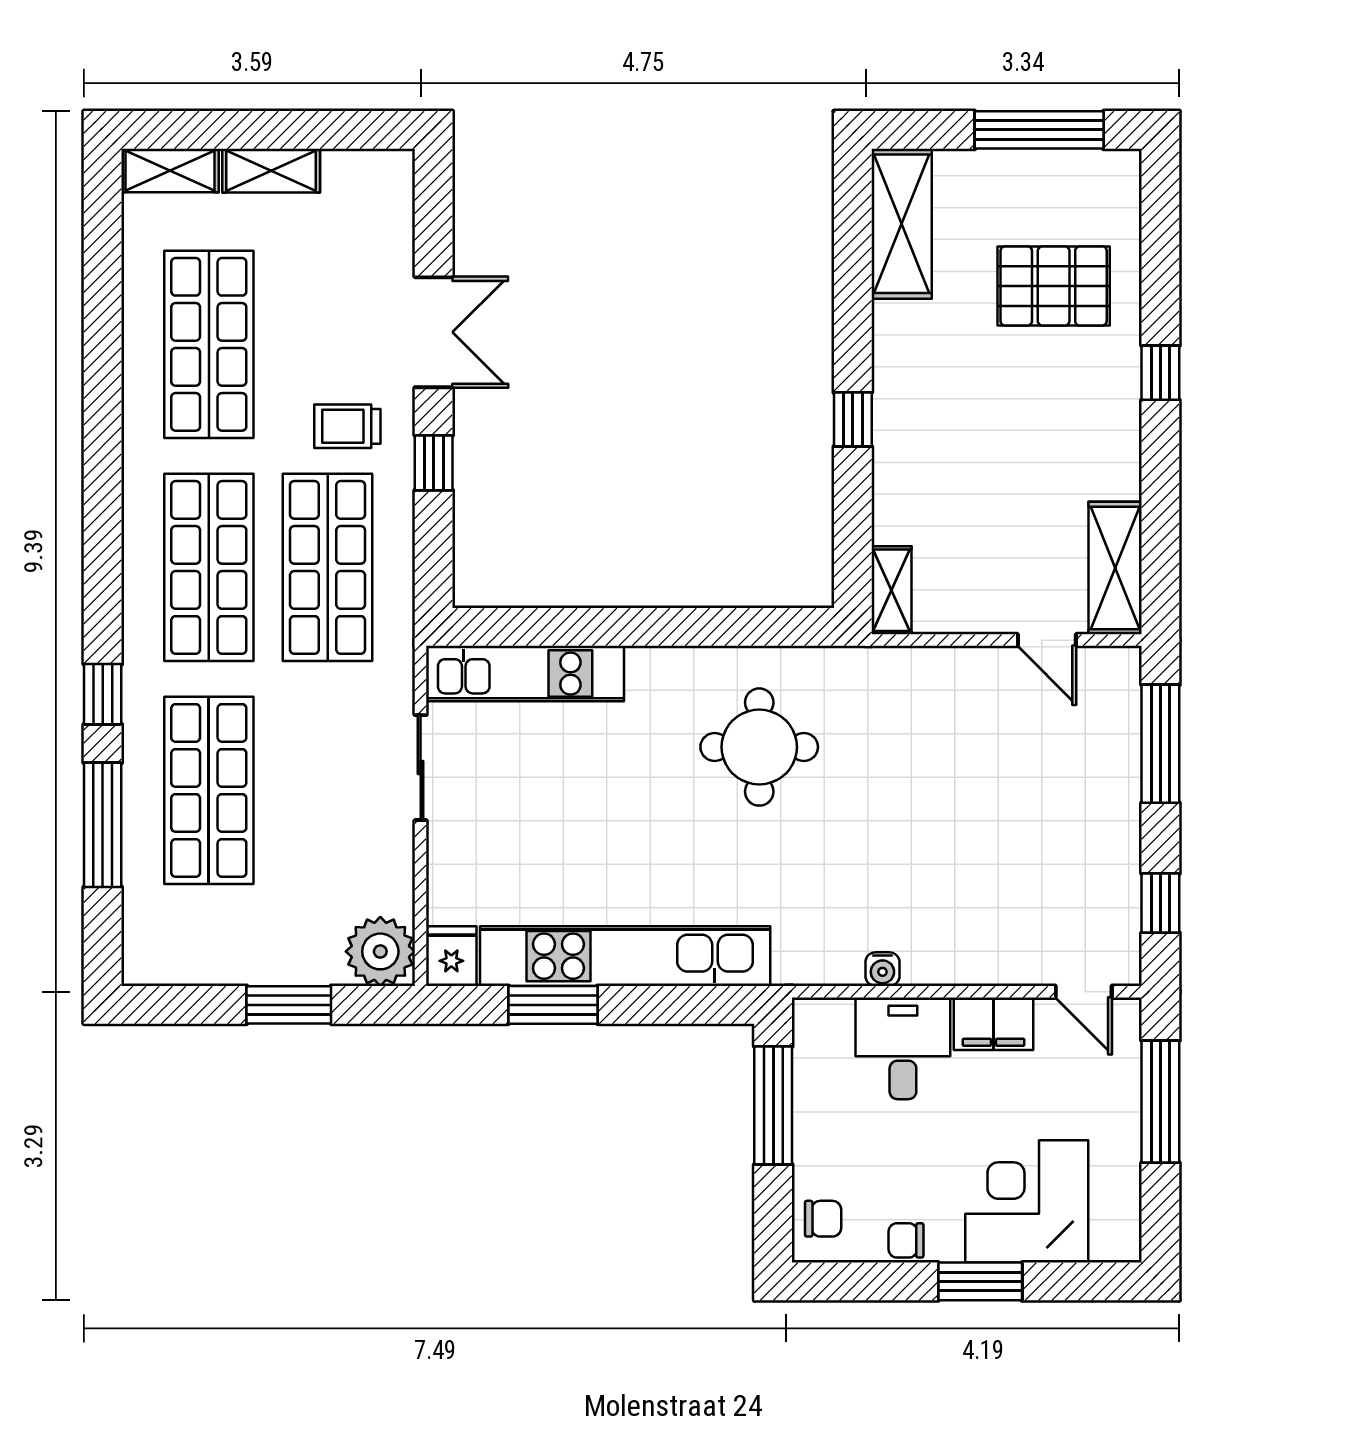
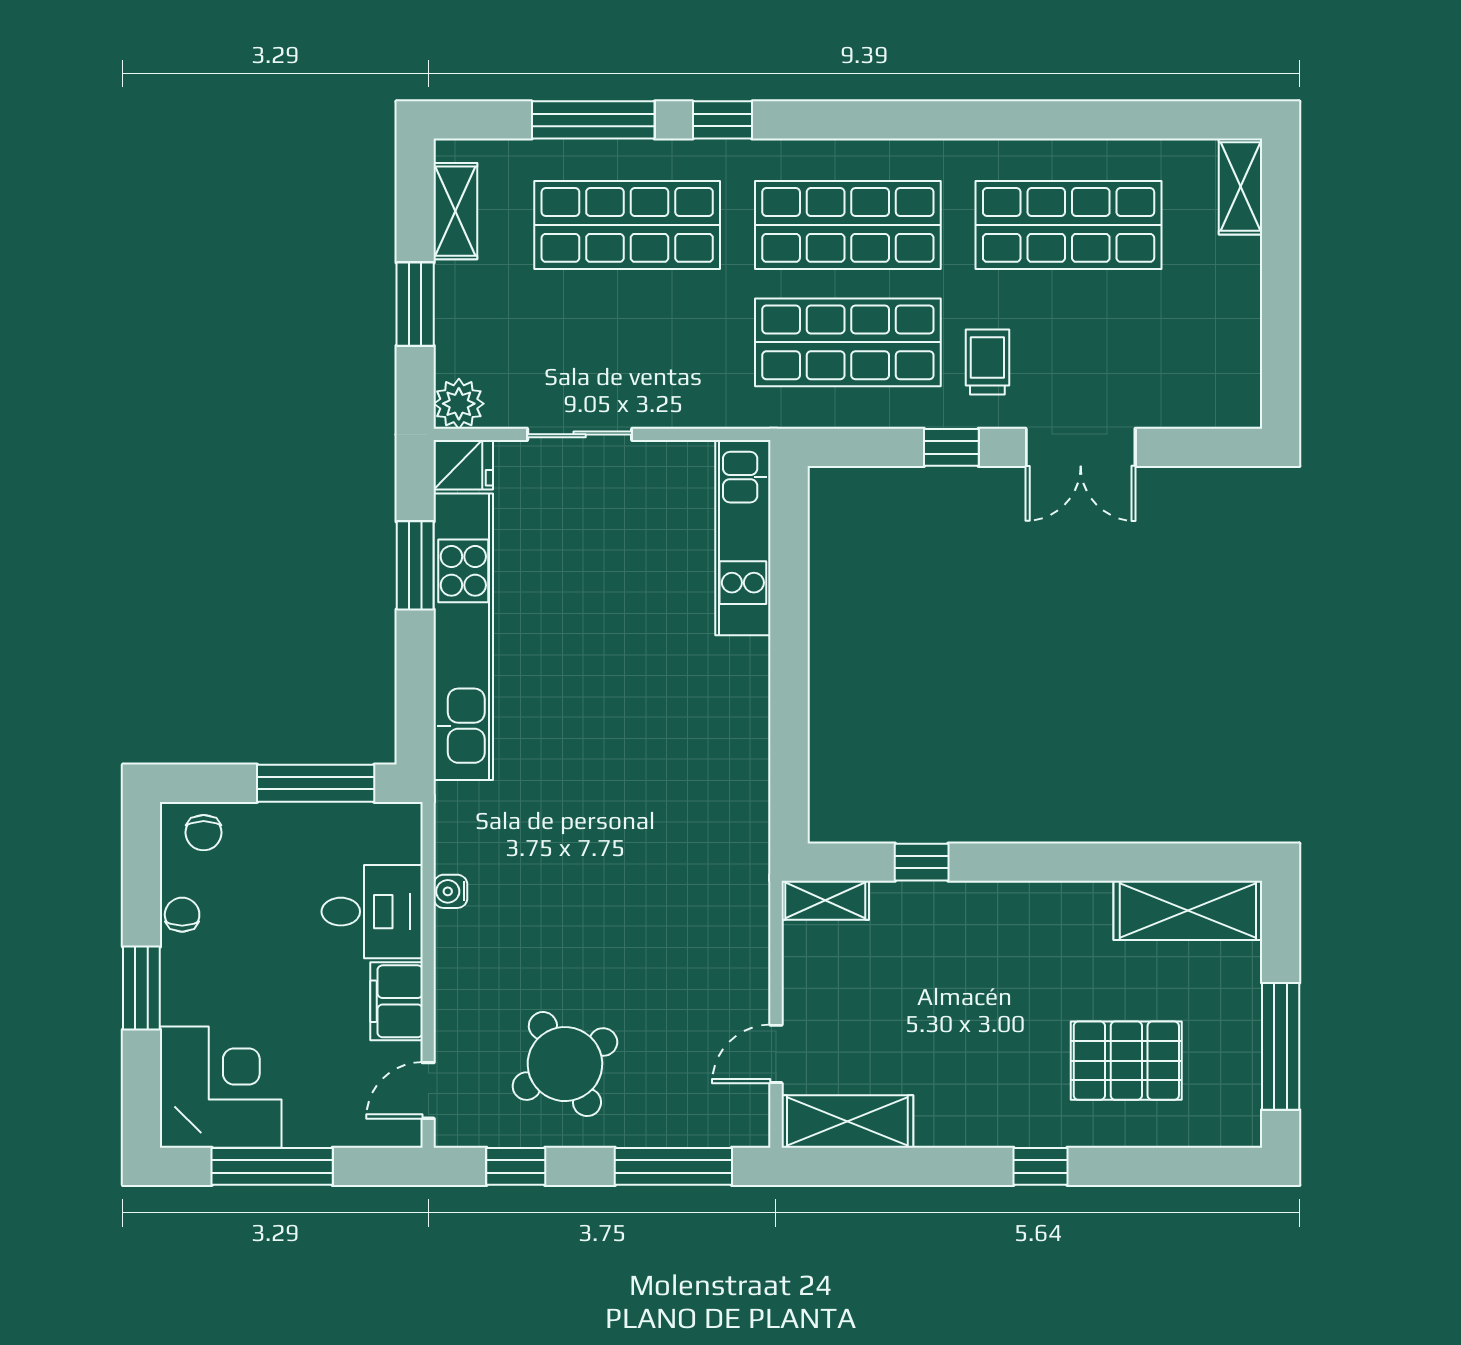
shelving: (271, 171) -> (455, 211), moved
pallet: (1054, 286) -> (1126, 1061), turned 90
window: (853, 419) -> (922, 862), moved
round table: (759, 747) -> (565, 1064), moved, turned -30
sliding door: (421, 768) -> (580, 434), moved
plant: (380, 951) -> (459, 404), width x0.73, depth x0.73
window: (1160, 1102) -> (272, 1166), moved
corner desk: (1027, 1201) -> (221, 1087), moved

